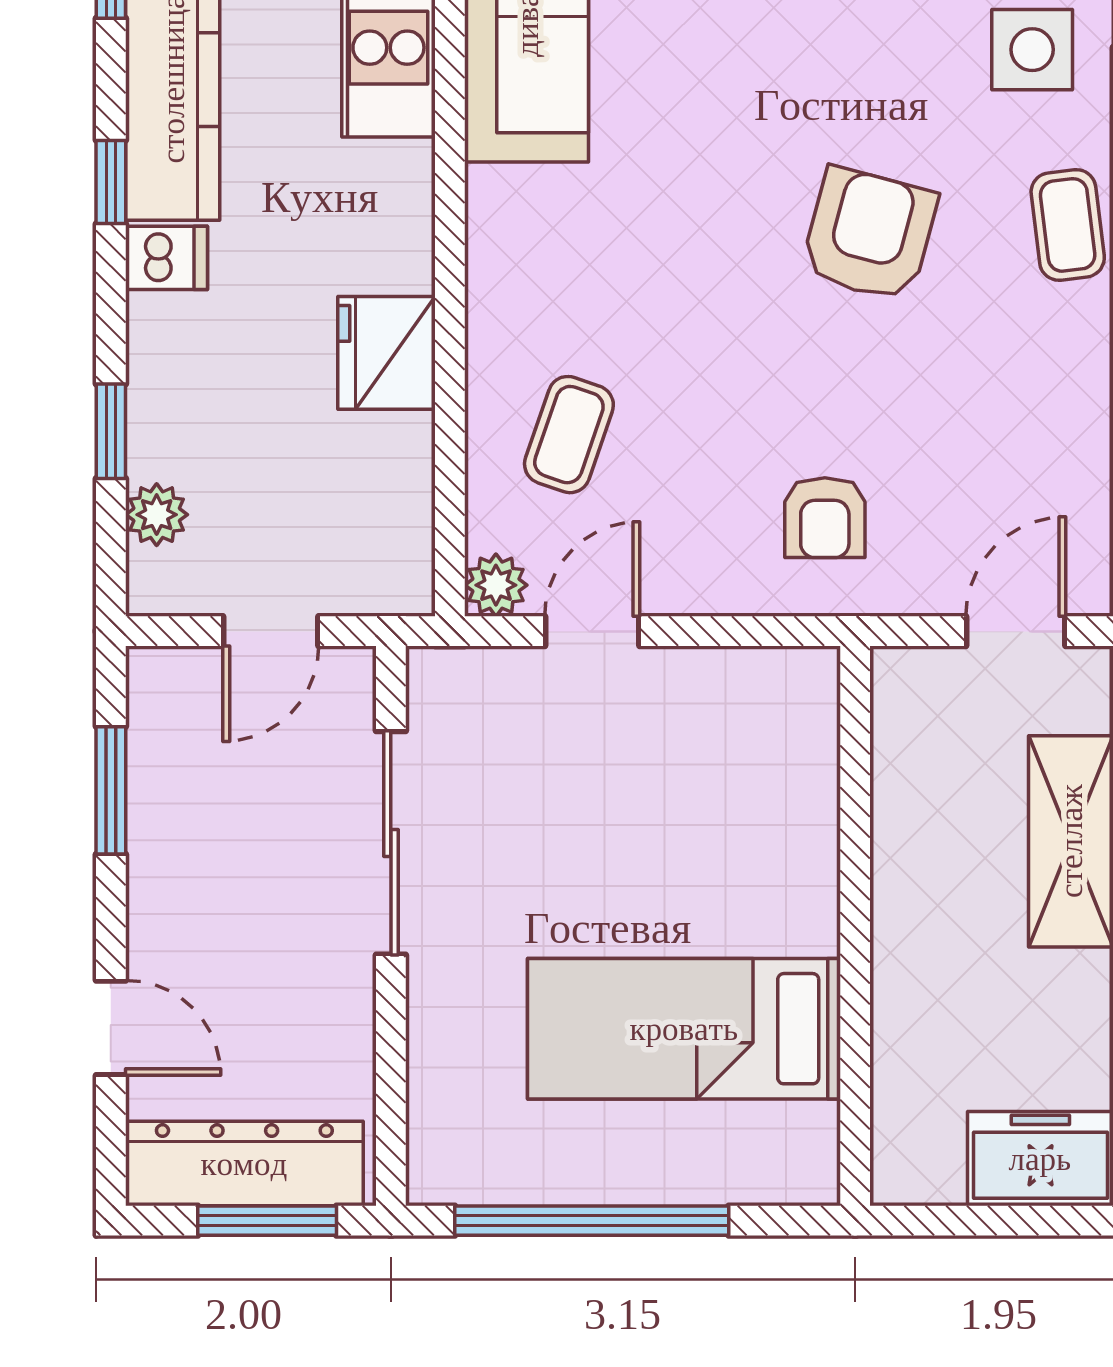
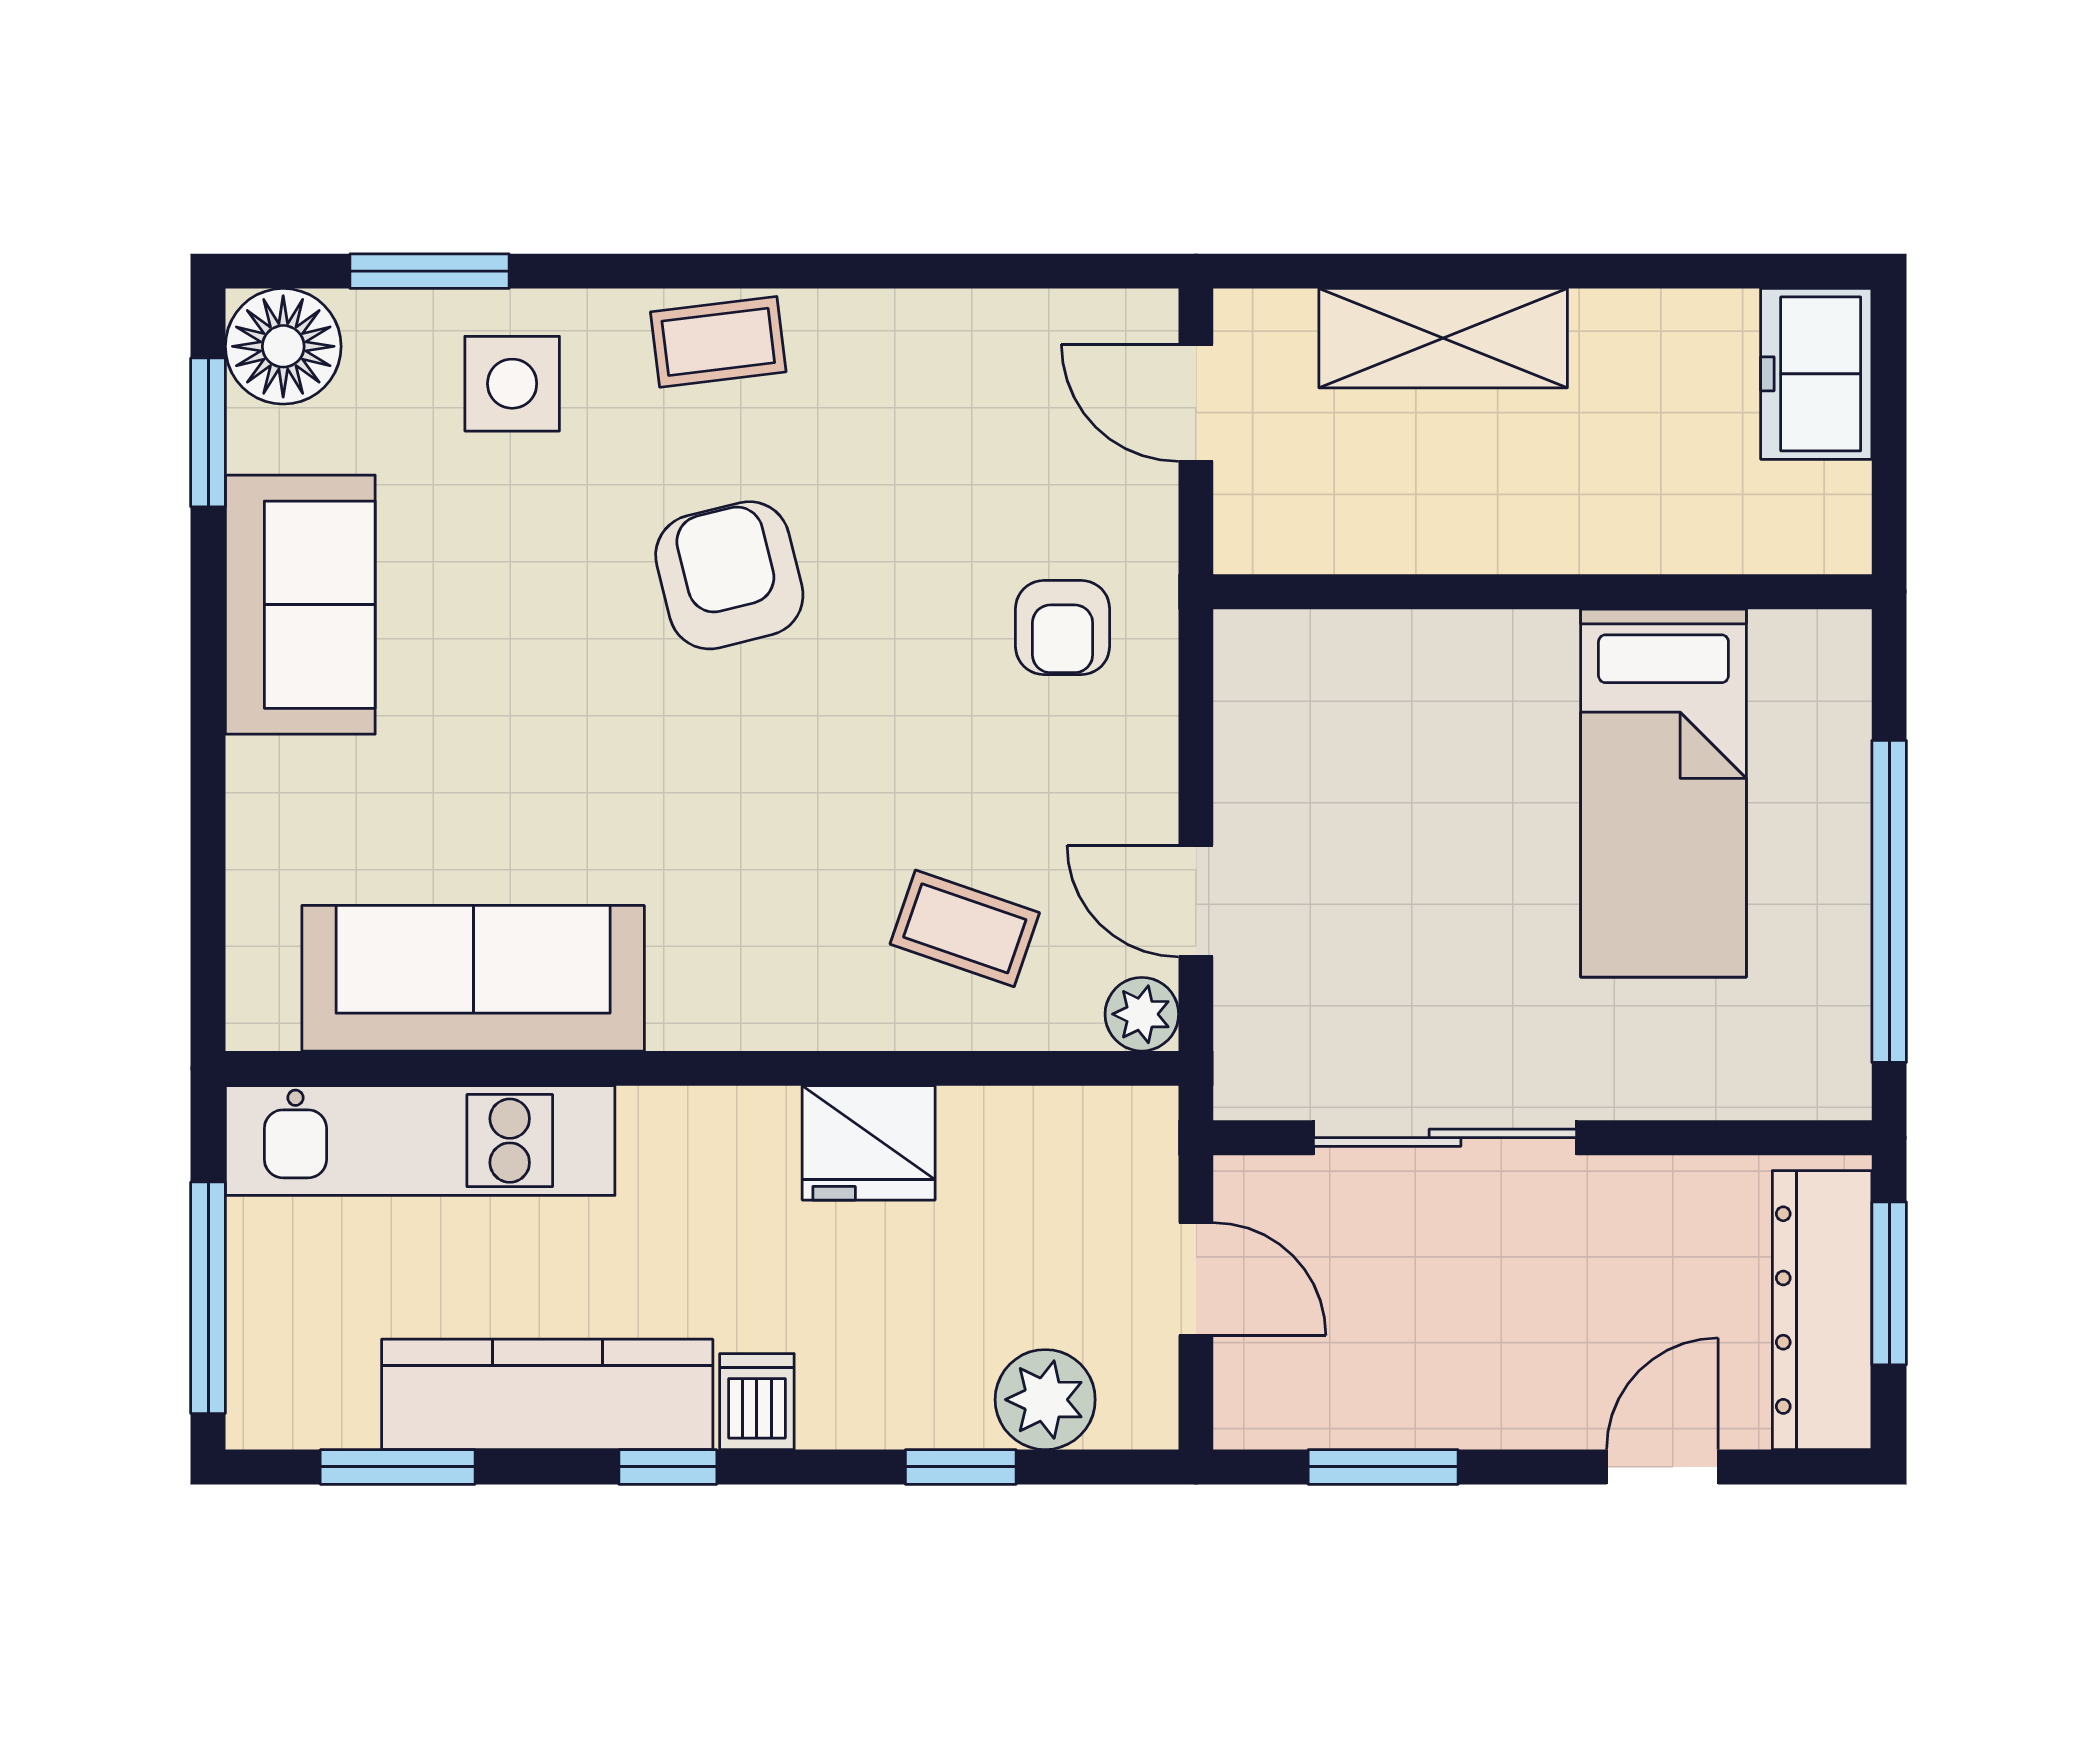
armchair: (869, 234) -> (729, 575), turned 61
plant: (157, 515) -> (1045, 1400), width x1.38, depth x1.38
armchair: (825, 518) -> (1063, 627), turned 90

